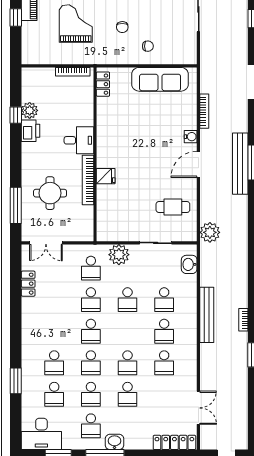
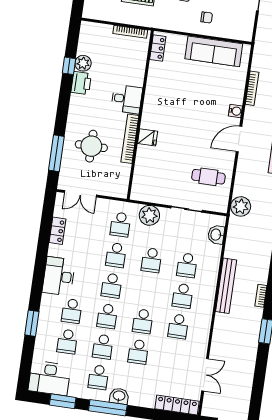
desk: (36, 329) -> (59, 276), added

